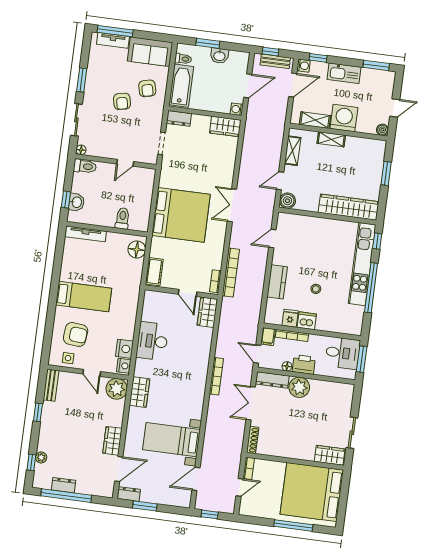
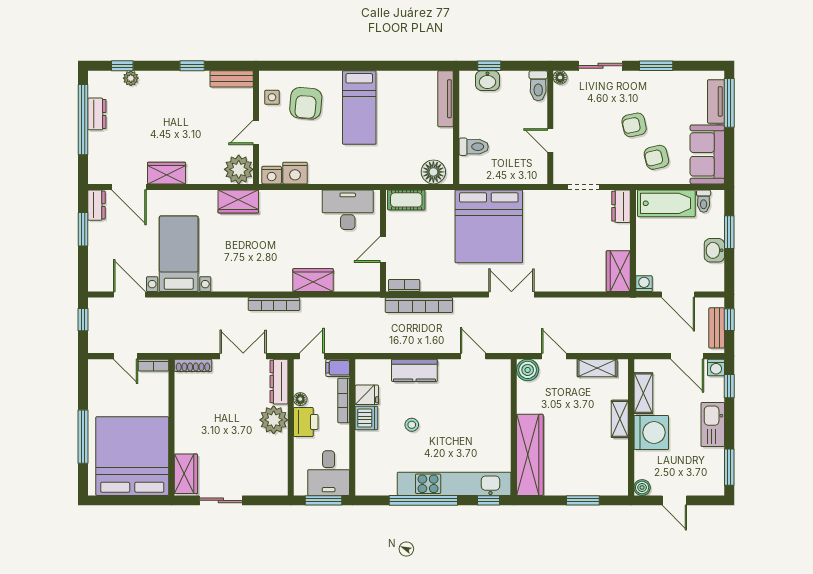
wardrobe: (207, 312) -> (313, 280), moved
desk: (152, 341) -> (348, 210), moved

